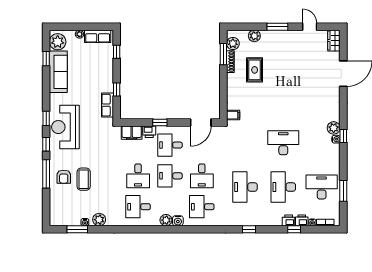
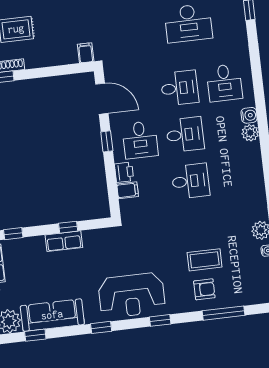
row of seats: (107, 105) -> (64, 241), moved
window: (46, 118) -> (101, 327), moved
window: (160, 122) -> (107, 141), moved
filing cabinet: (132, 133) -> (128, 190), width x0.50
window: (46, 174) -> (224, 313), moved
desk: (170, 176) -> (185, 135), turned -90
desk: (138, 207) -> (235, 176), removed

